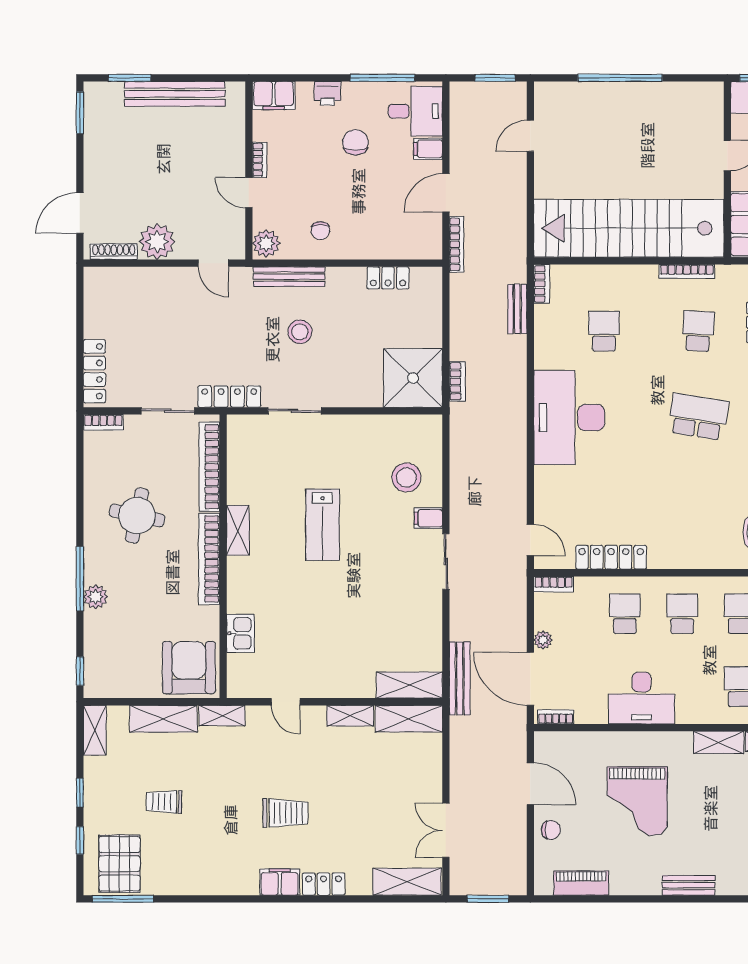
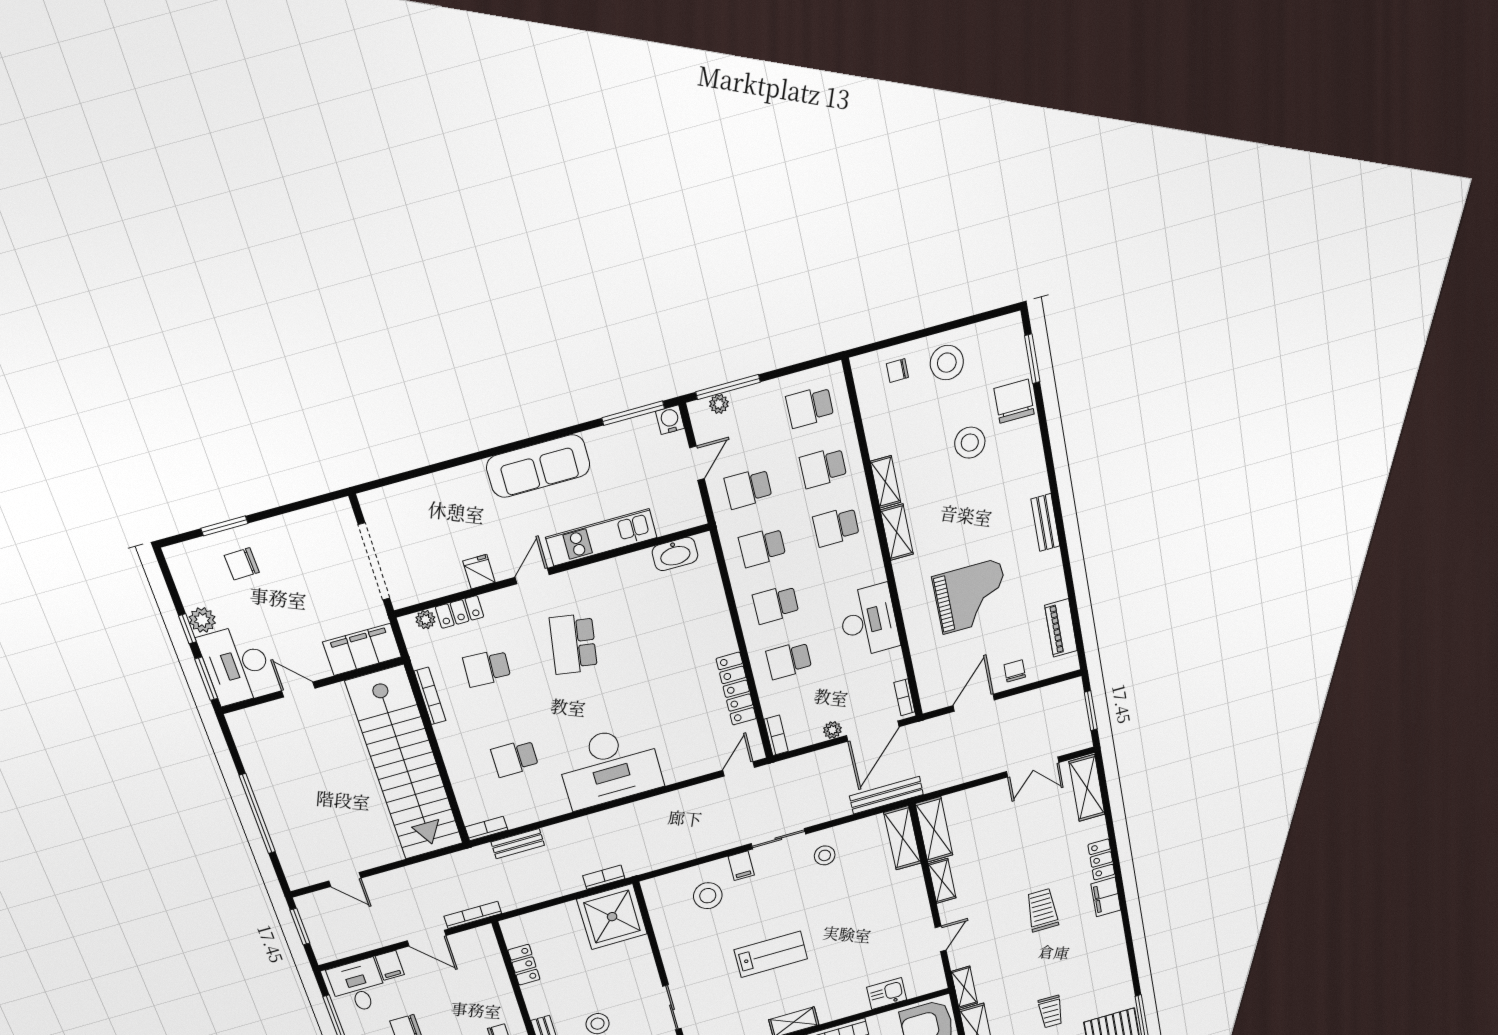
stool: (414, 603) -> (825, 855), added

